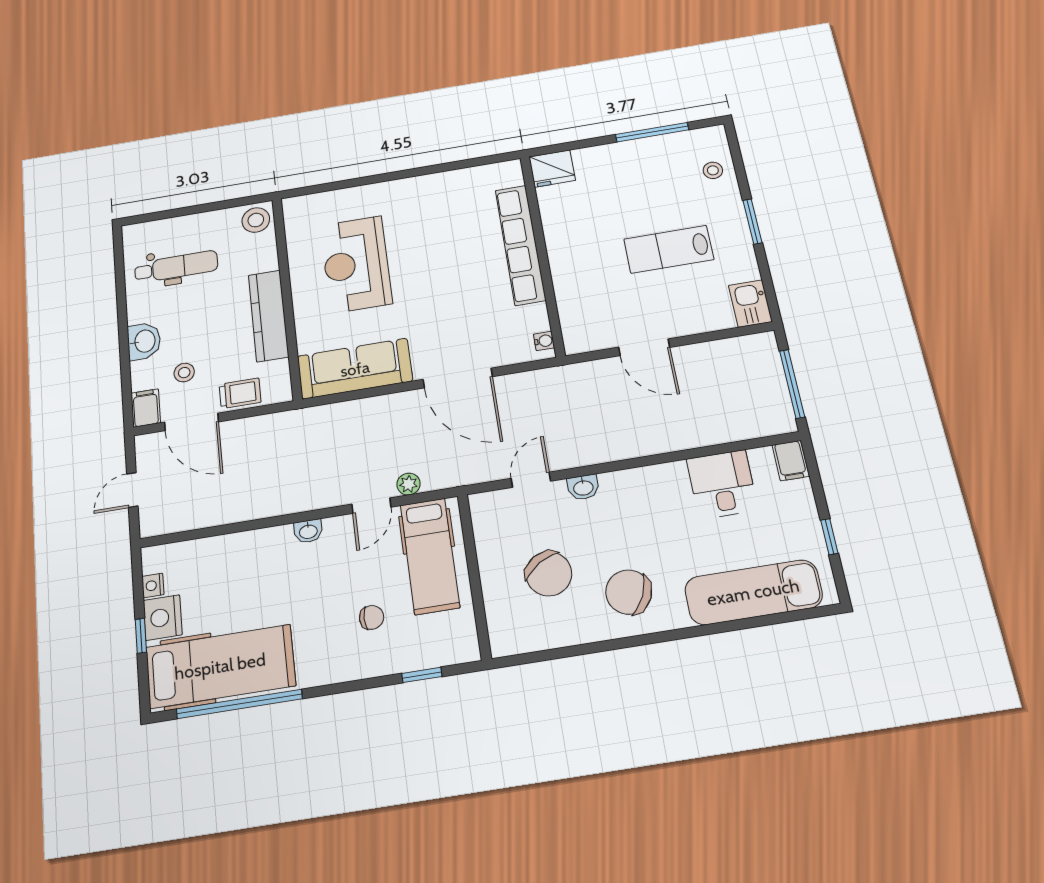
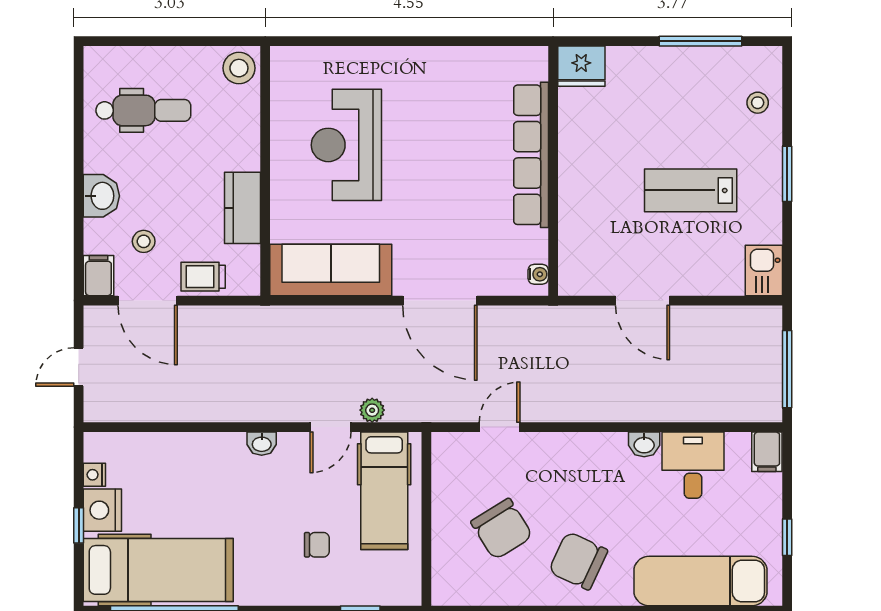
kitchen counter: (268, 316) -> (243, 208), width x0.67
trolley: (240, 393) -> (203, 277), turned 180
washbasin: (583, 487) -> (644, 444), moved

